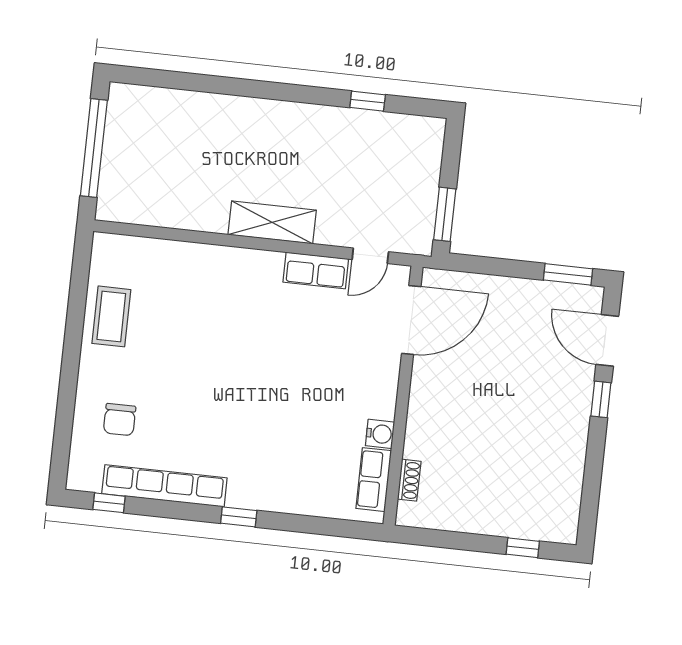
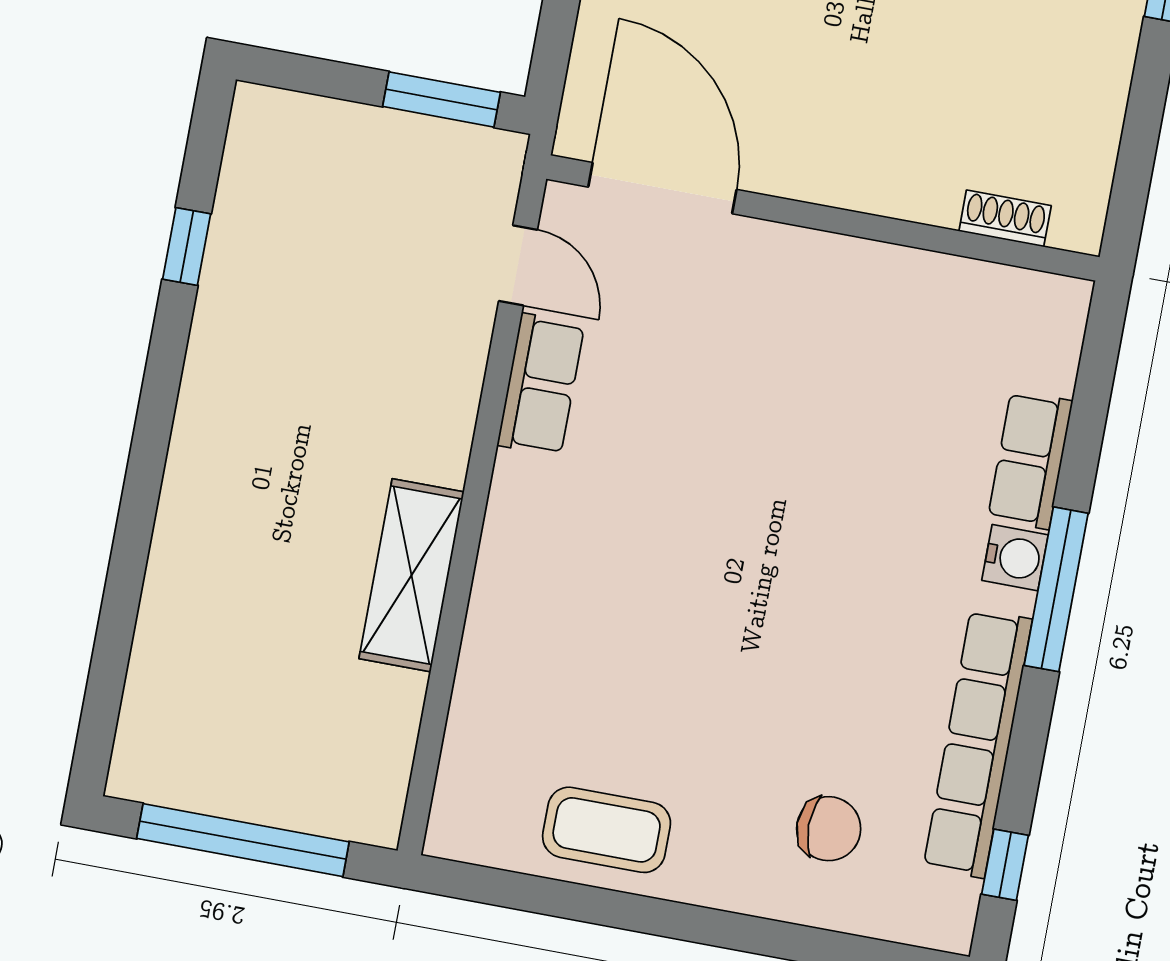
shelving: (272, 222) -> (412, 575), moved
water cooler: (380, 434) -> (1015, 558), moved, turned 90
row of seats: (374, 480) -> (1030, 460), moved, turned 90
window: (239, 517) -> (1056, 589), width x2.17

